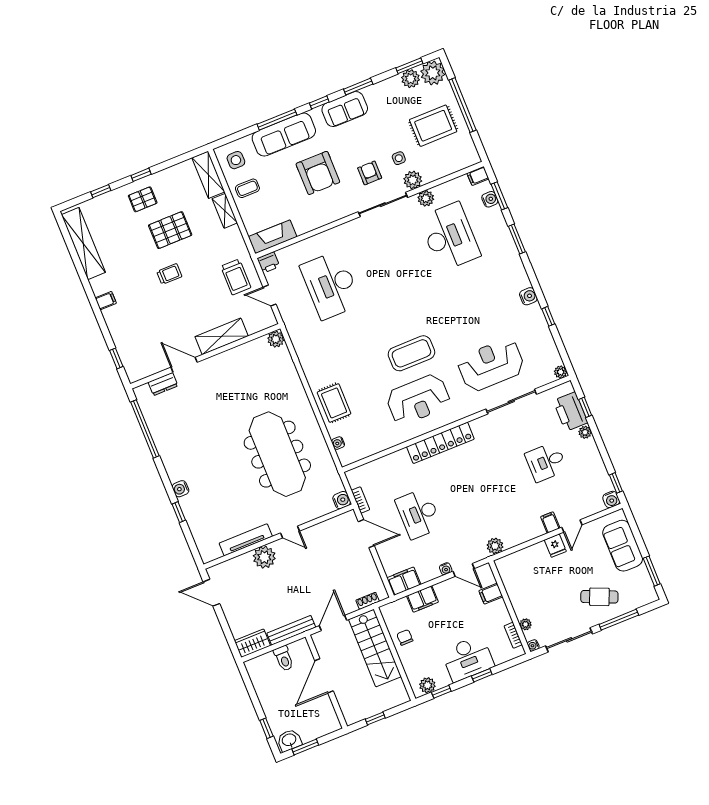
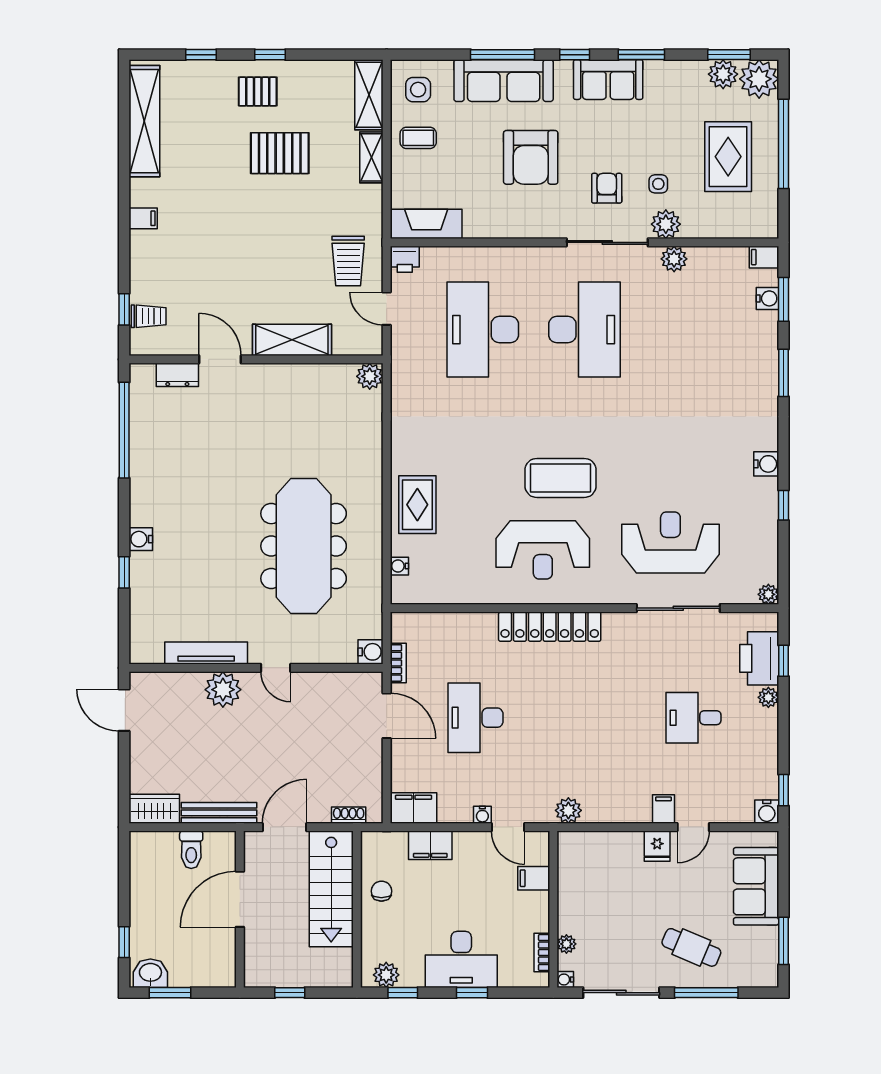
rug: (433, 126) -> (728, 157), turned 90
desk: (450, 237) -> (584, 330), moved
trolley: (169, 274) -> (149, 316), moved

